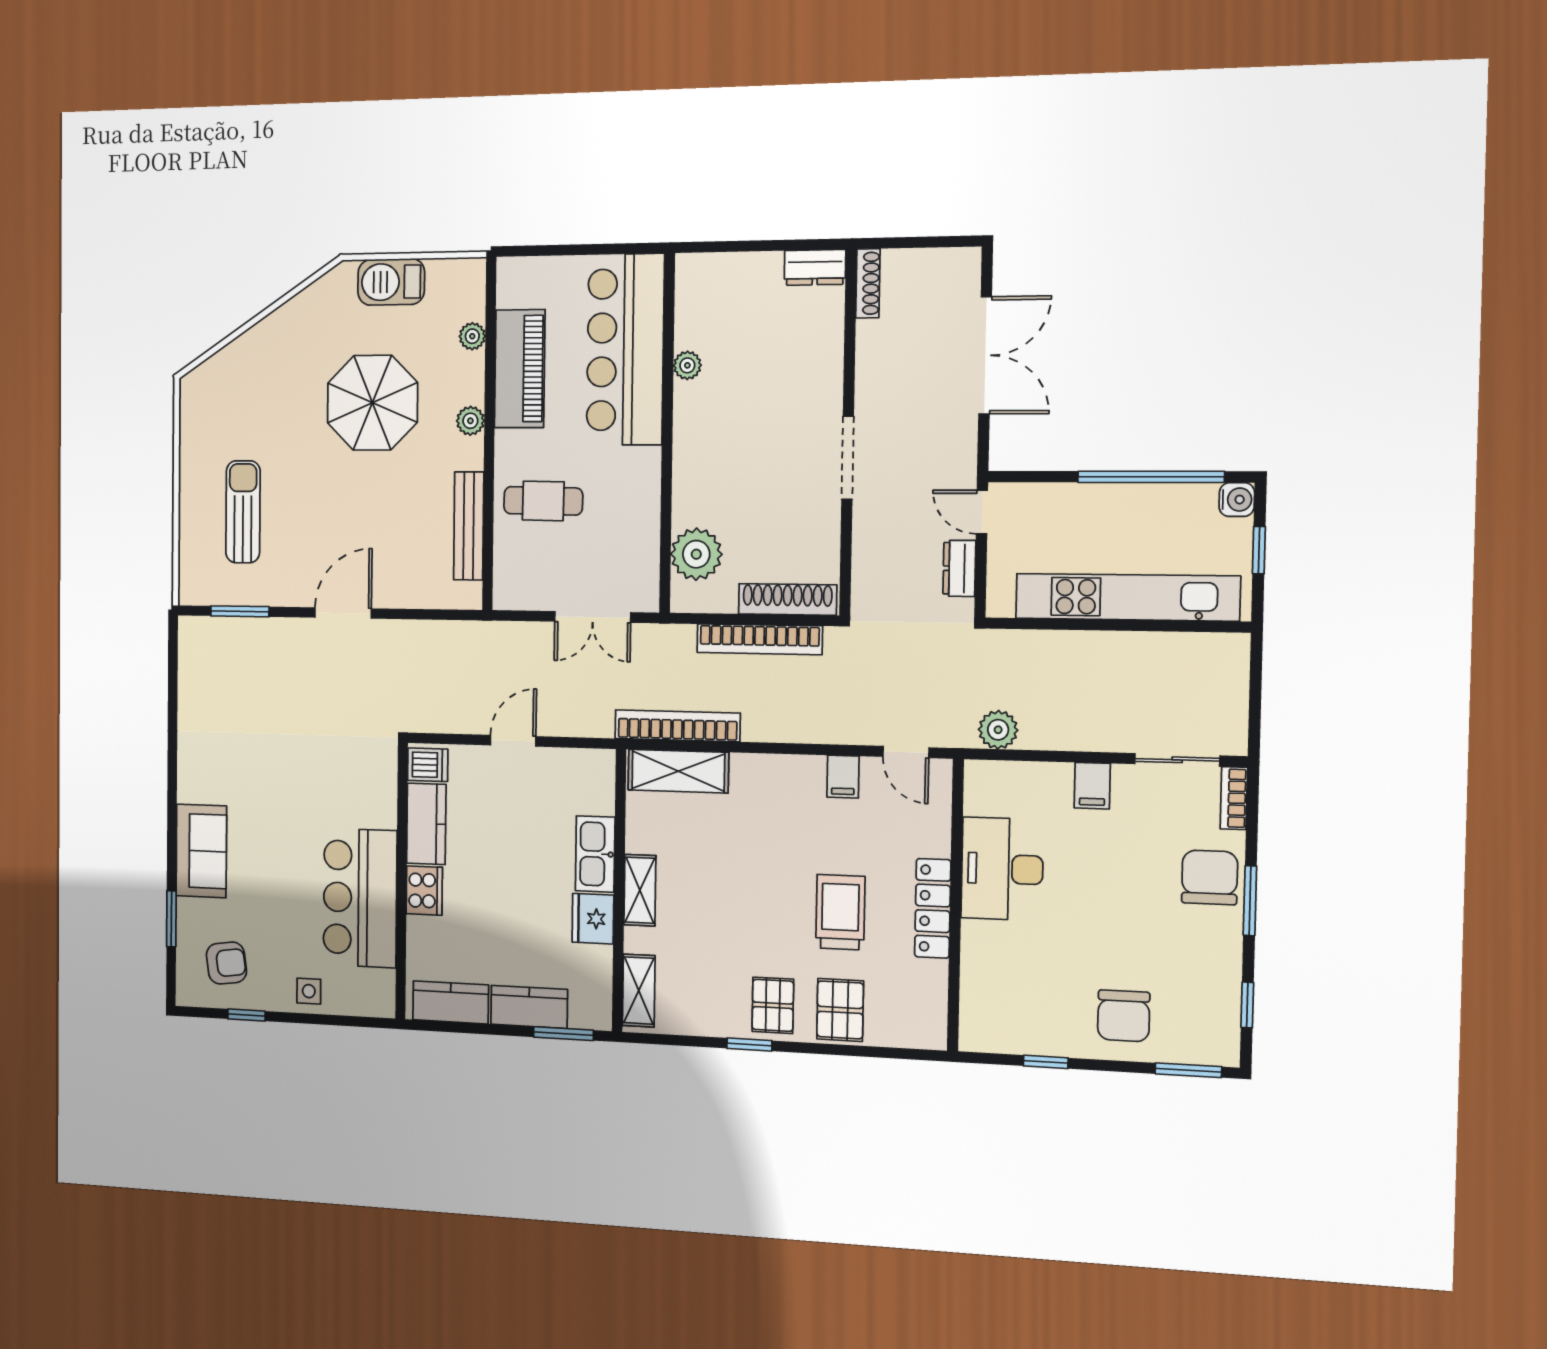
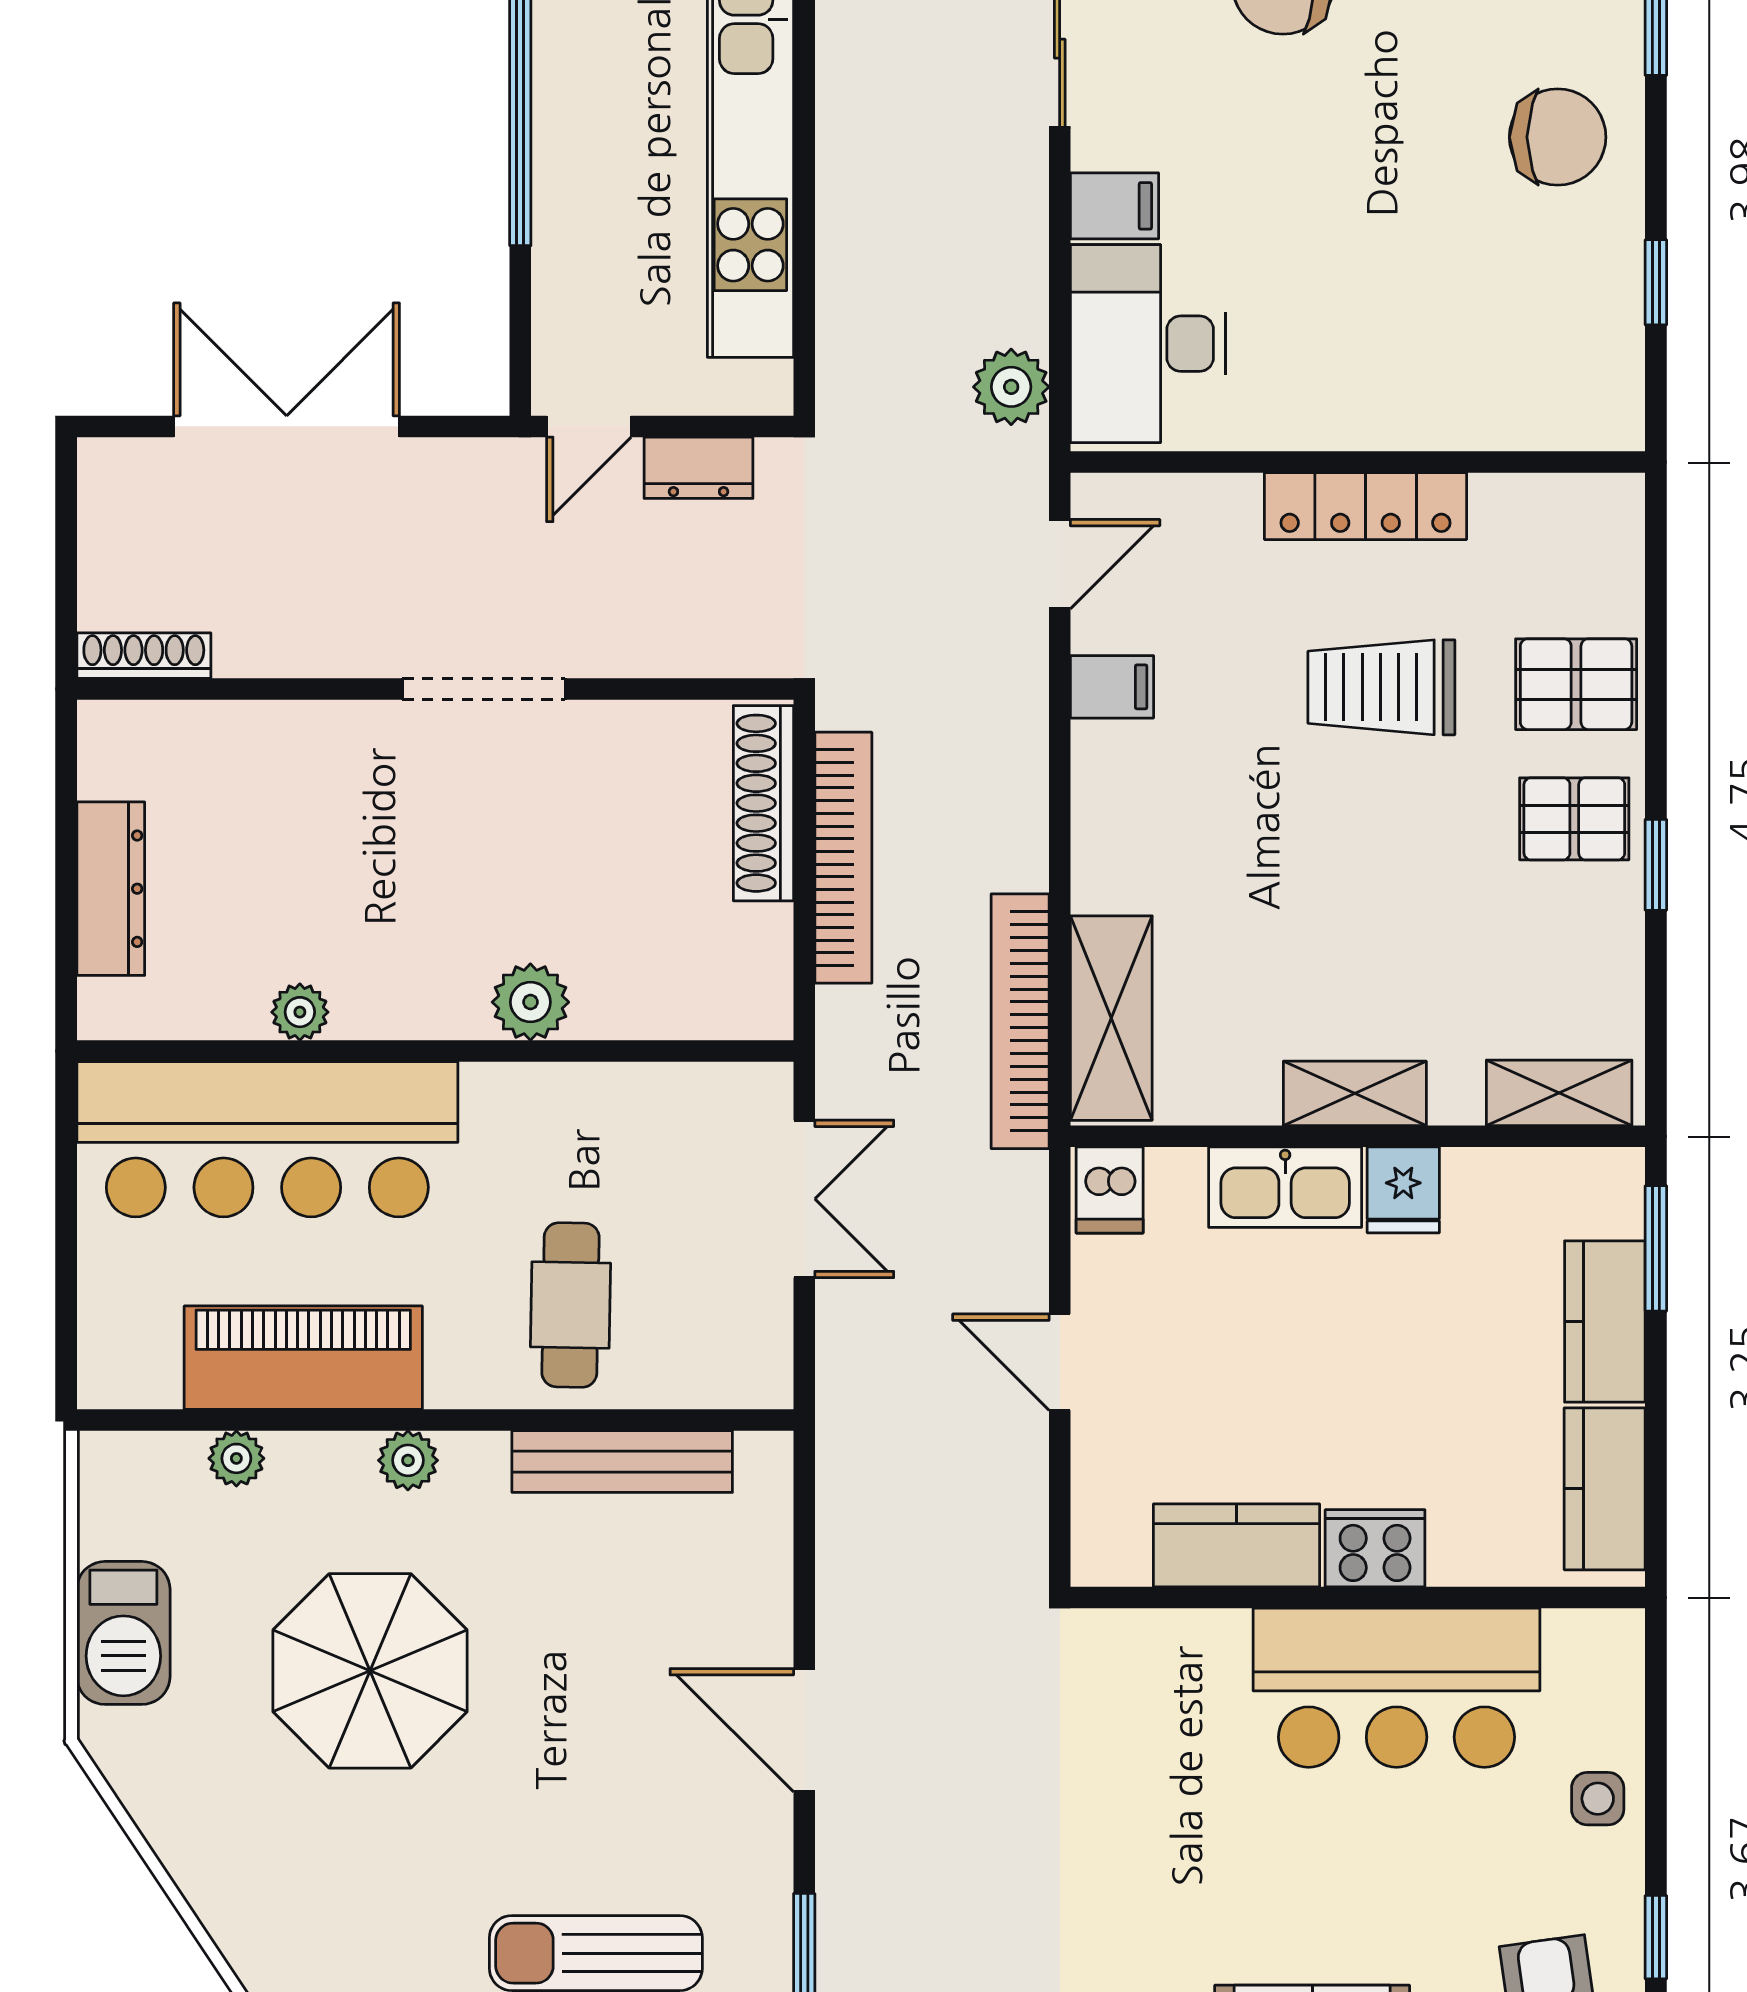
dresser: (815, 267) -> (111, 889), moved, width x1.44
plant: (696, 554) -> (530, 1002), moved, width x0.73, depth x0.73
dishwasher: (428, 765) -> (1110, 1190), moved, turned 180
desk: (1002, 869) -> (1148, 344), moved, turned 90
fridge: (593, 919) -> (1403, 1190), width x0.72

